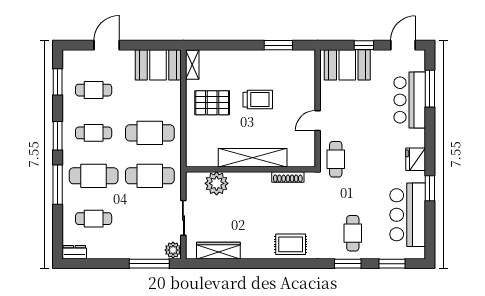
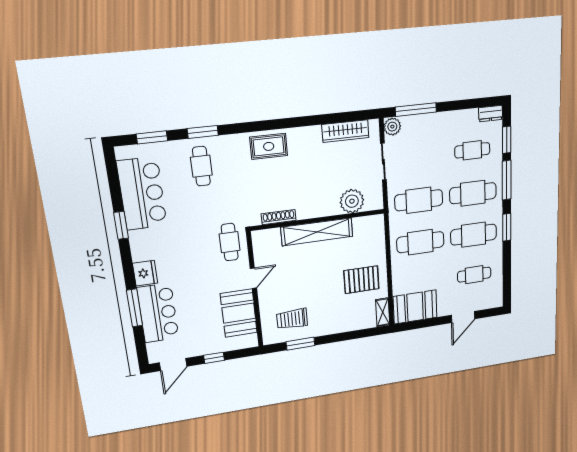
booth: (347, 65) -> (239, 313), moved, turned 90
window: (58, 82) -> (507, 140), moved
window: (430, 89) -> (135, 308), moved
trolley: (258, 100) -> (292, 319), moved
cafe table: (94, 133) -> (474, 235), width x1.37, depth x1.35
fridge: (416, 159) -> (145, 273), moved

